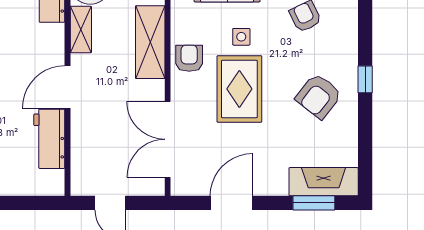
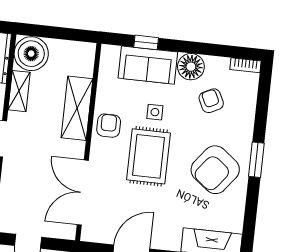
window: (365, 79) -> (256, 160), width x1.50
armchair: (319, 96) -> (215, 170), width x1.36, depth x1.36

